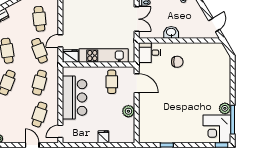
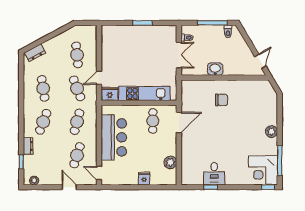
desk: (149, 53) -> (214, 174), moved, turned -90
door: (137, 83) -> (179, 122), hinge flipped
plant: (225, 108) -> (271, 131), moved
plant: (128, 111) -> (170, 162), moved
door: (60, 131) -> (99, 173), hinge flipped

